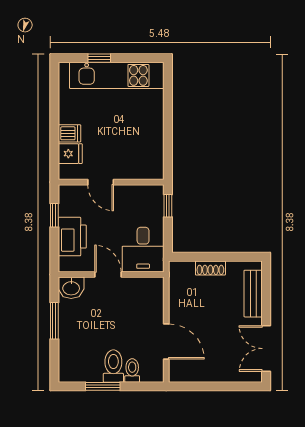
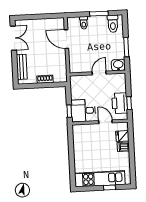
printer: (72, 237) -> (120, 103), moved
desk: (143, 250) -> (83, 111), moved, turned -90
door: (108, 274) -> (99, 73), swing flipped
toilet: (113, 366) -> (113, 24), moved

